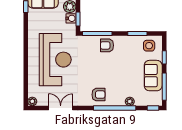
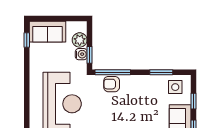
armchair: (107, 45) -> (112, 84), moved

